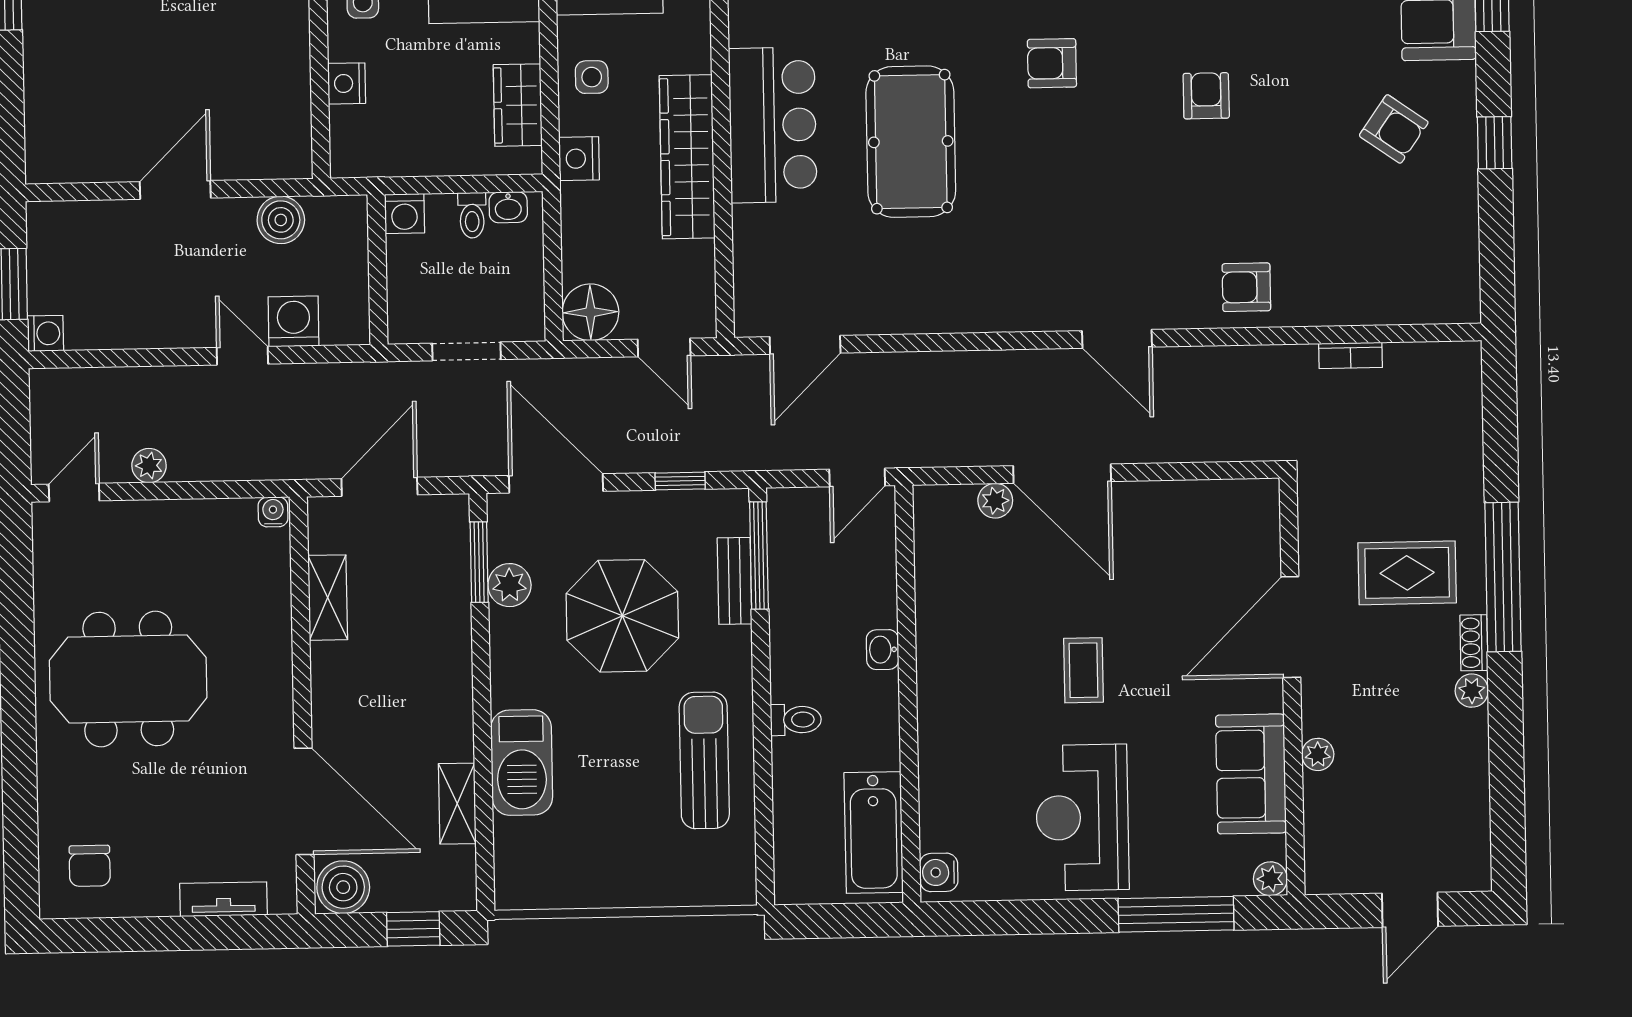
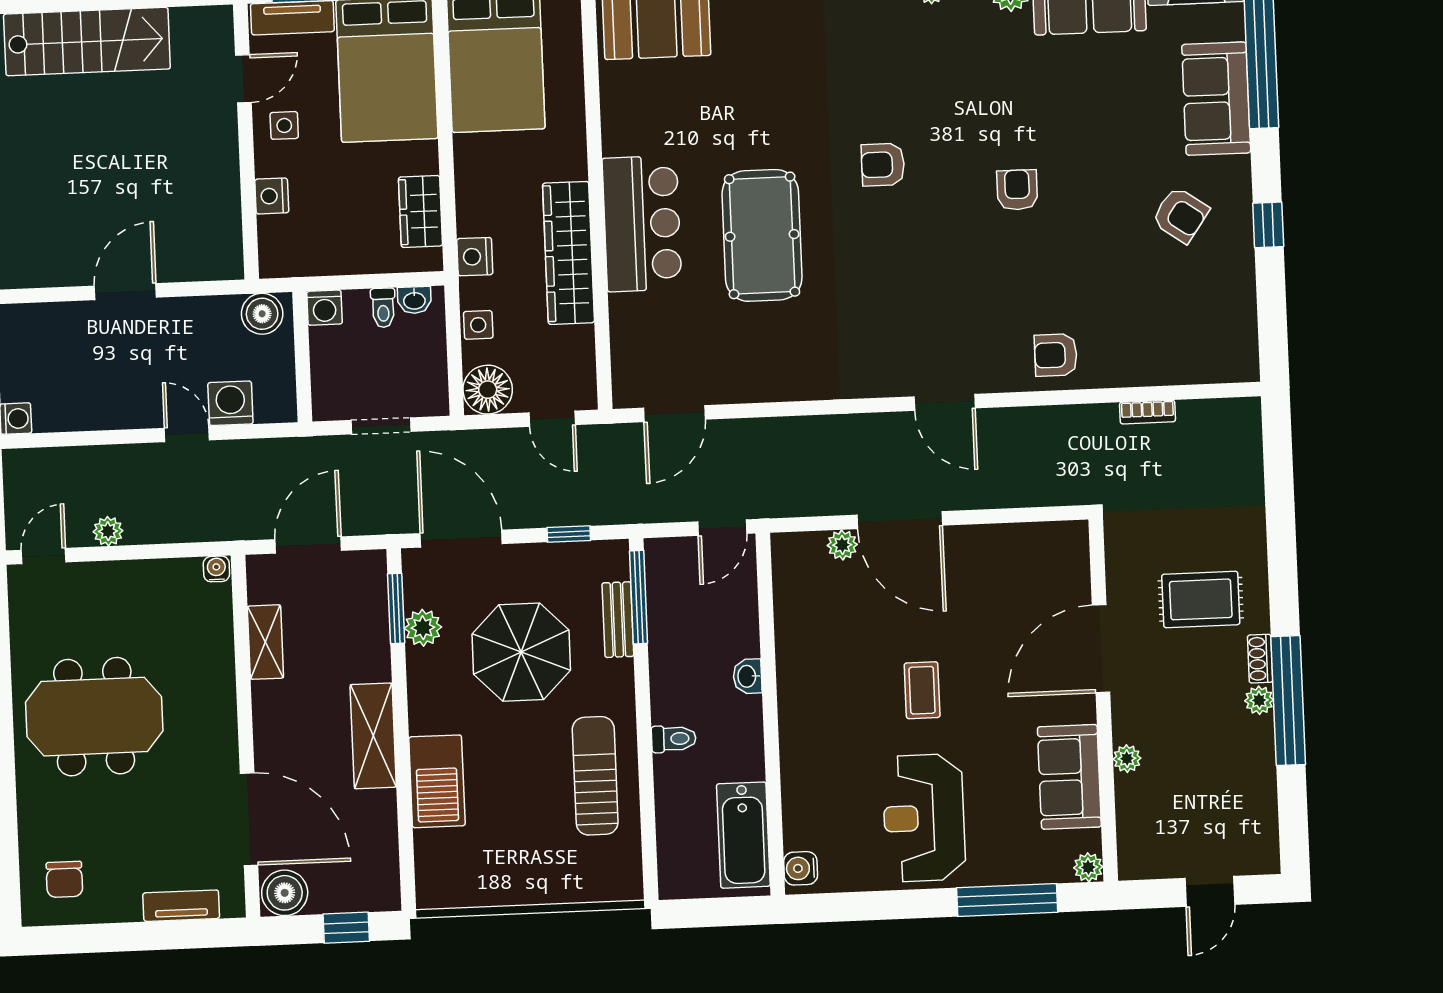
side table: (592, 77) -> (478, 325), moved
boiler: (281, 220) -> (262, 314), moved
window: (1503, 577) -> (1288, 701), moved
shelving: (457, 804) -> (373, 736), moved, width x1.50, depth x1.33

